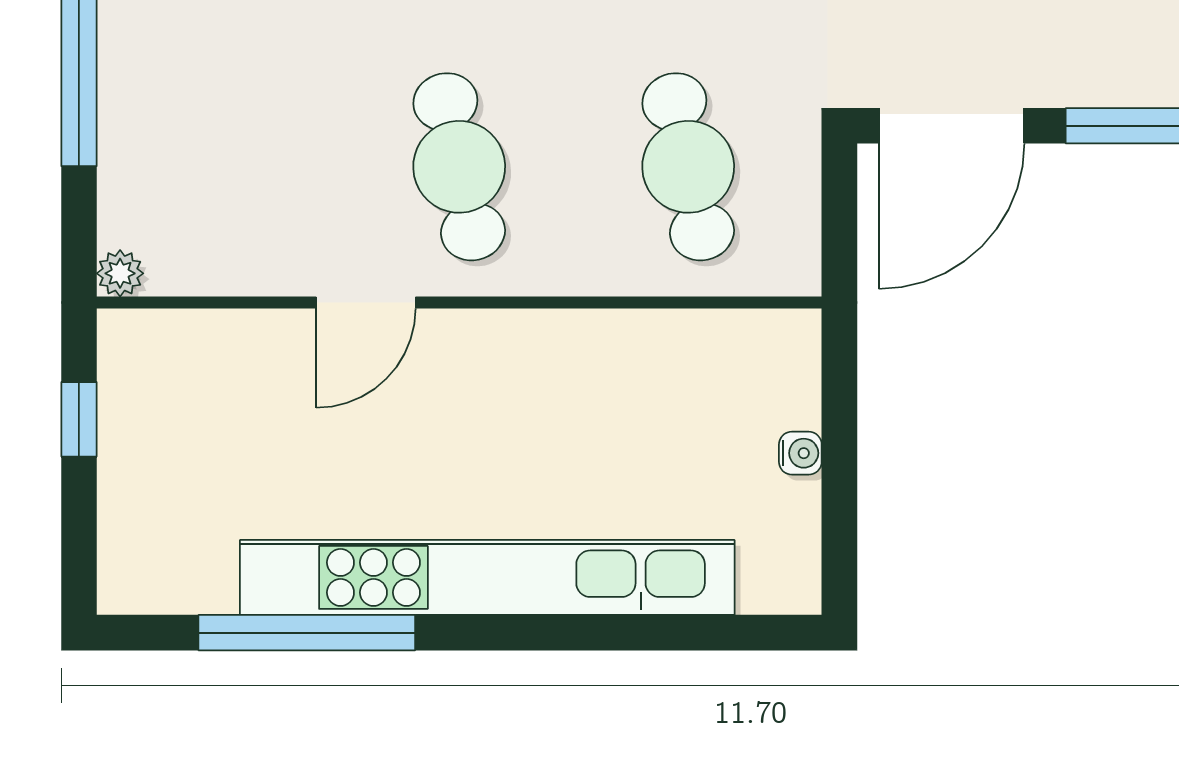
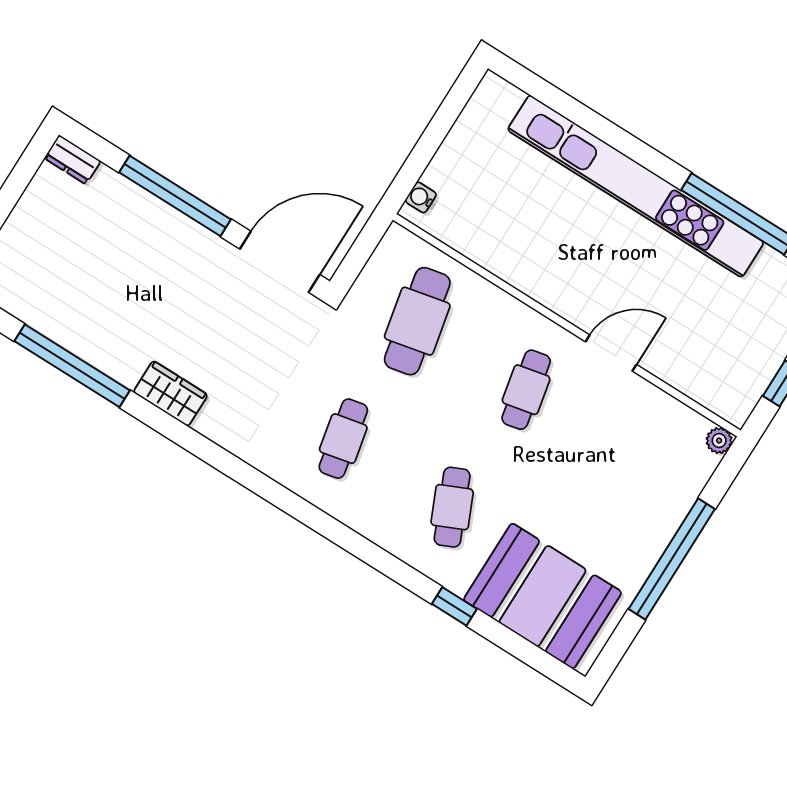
cafe table: (459, 167) -> (526, 390), width x0.73, depth x0.74
water cooler: (800, 453) -> (421, 197), moved

